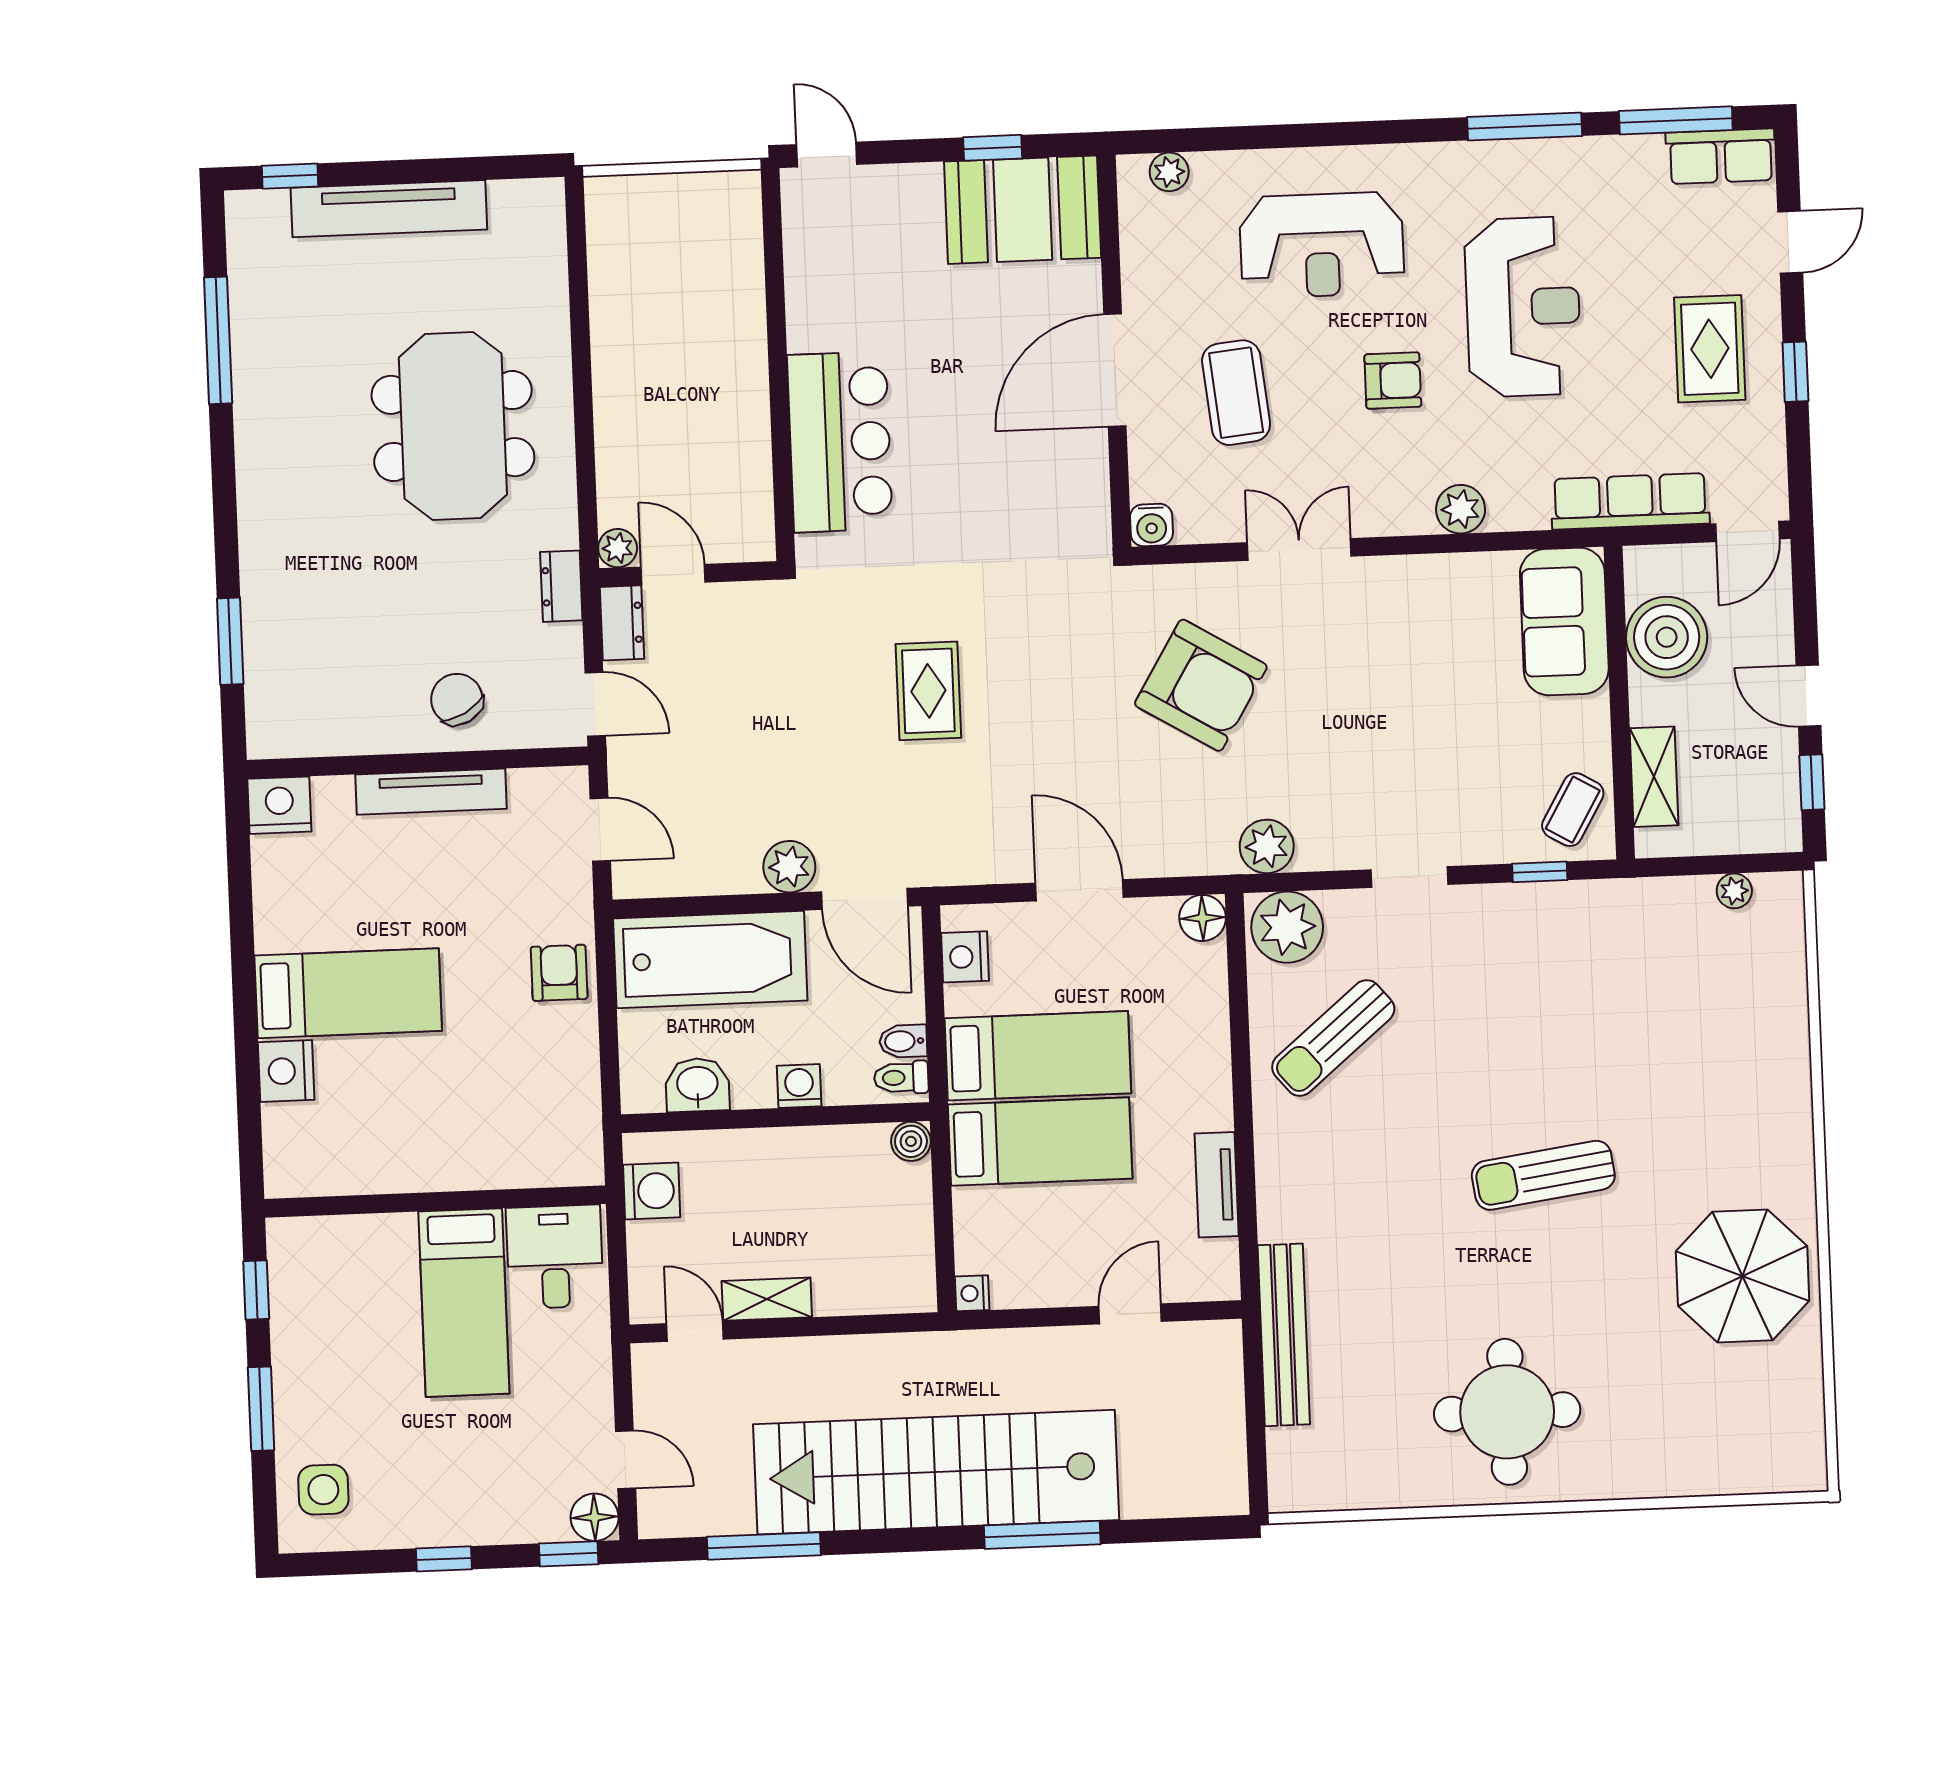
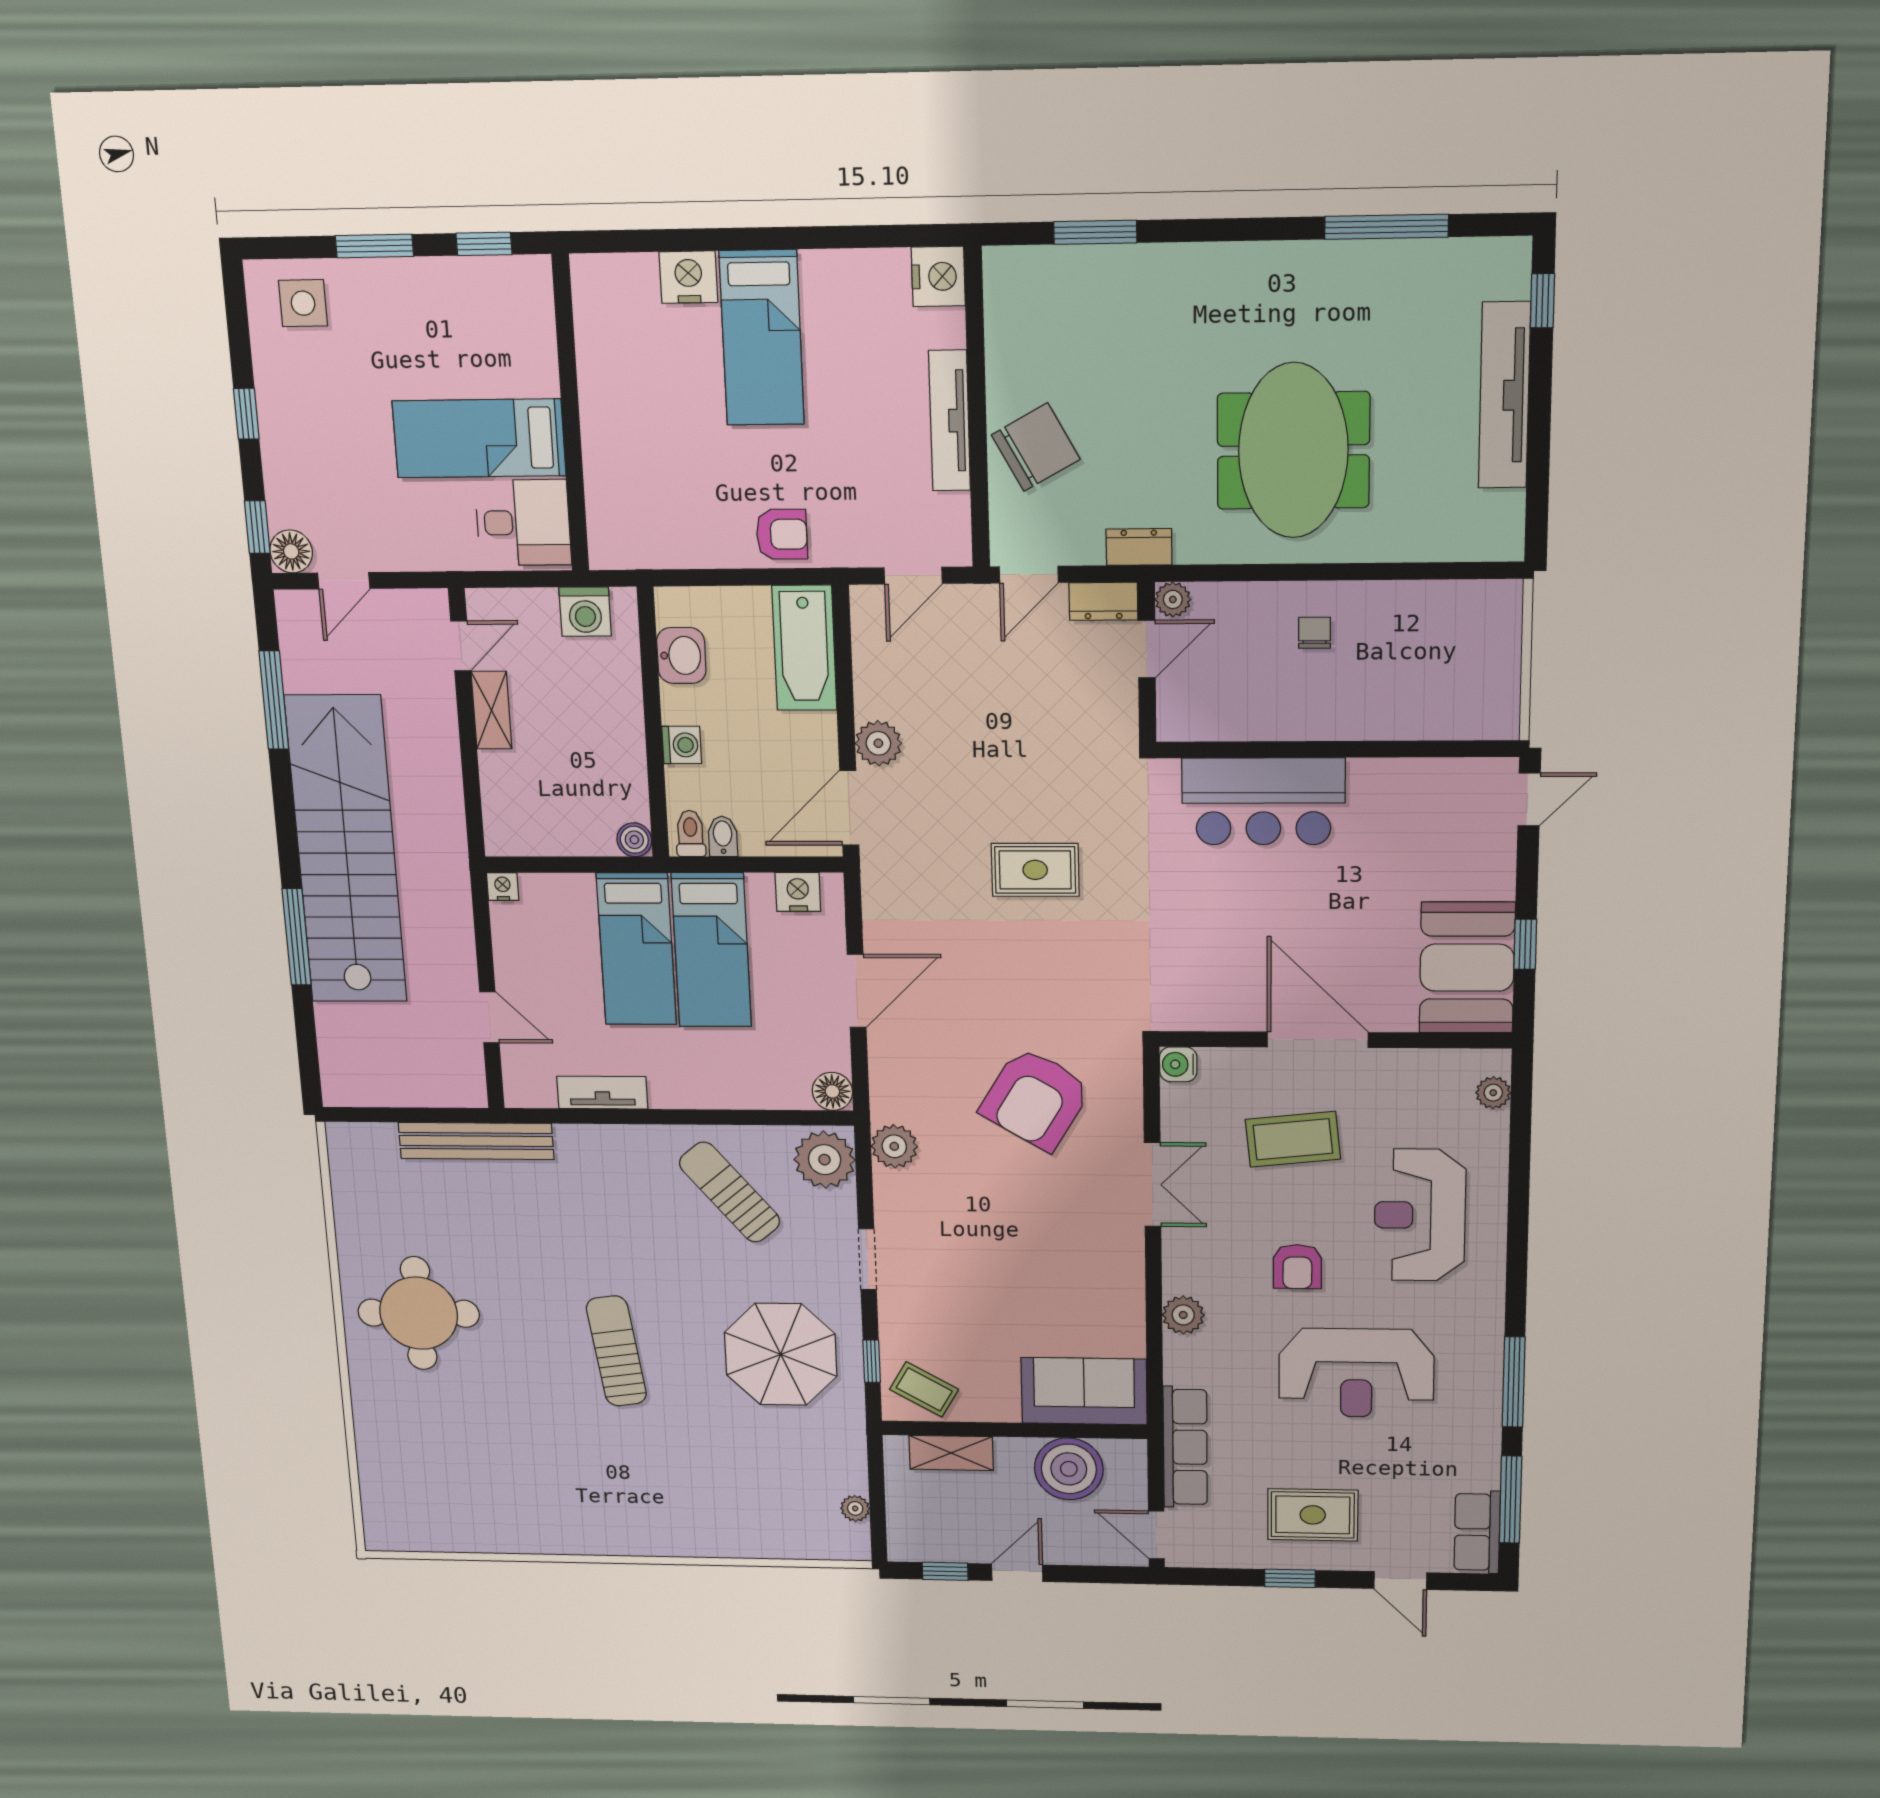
chair: (649, 395) -> (1315, 633), added
meeting table: (453, 426) -> (1293, 451), turned 90
chair: (457, 699) -> (1036, 447), width x1.37, depth x1.37
bathtub: (710, 959) -> (804, 648), width x0.73, depth x0.73
parasol: (1743, 1276) -> (781, 1354), moved

